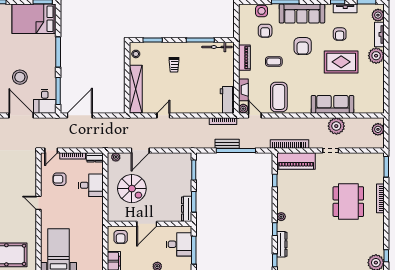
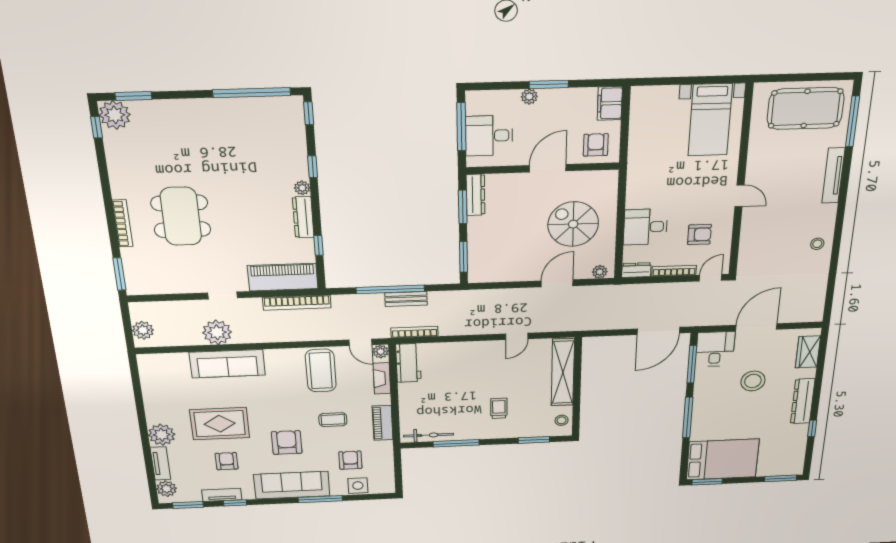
door: (21, 115) -> (756, 327), swing flipped
dresser: (282, 244) -> (303, 217), moved

